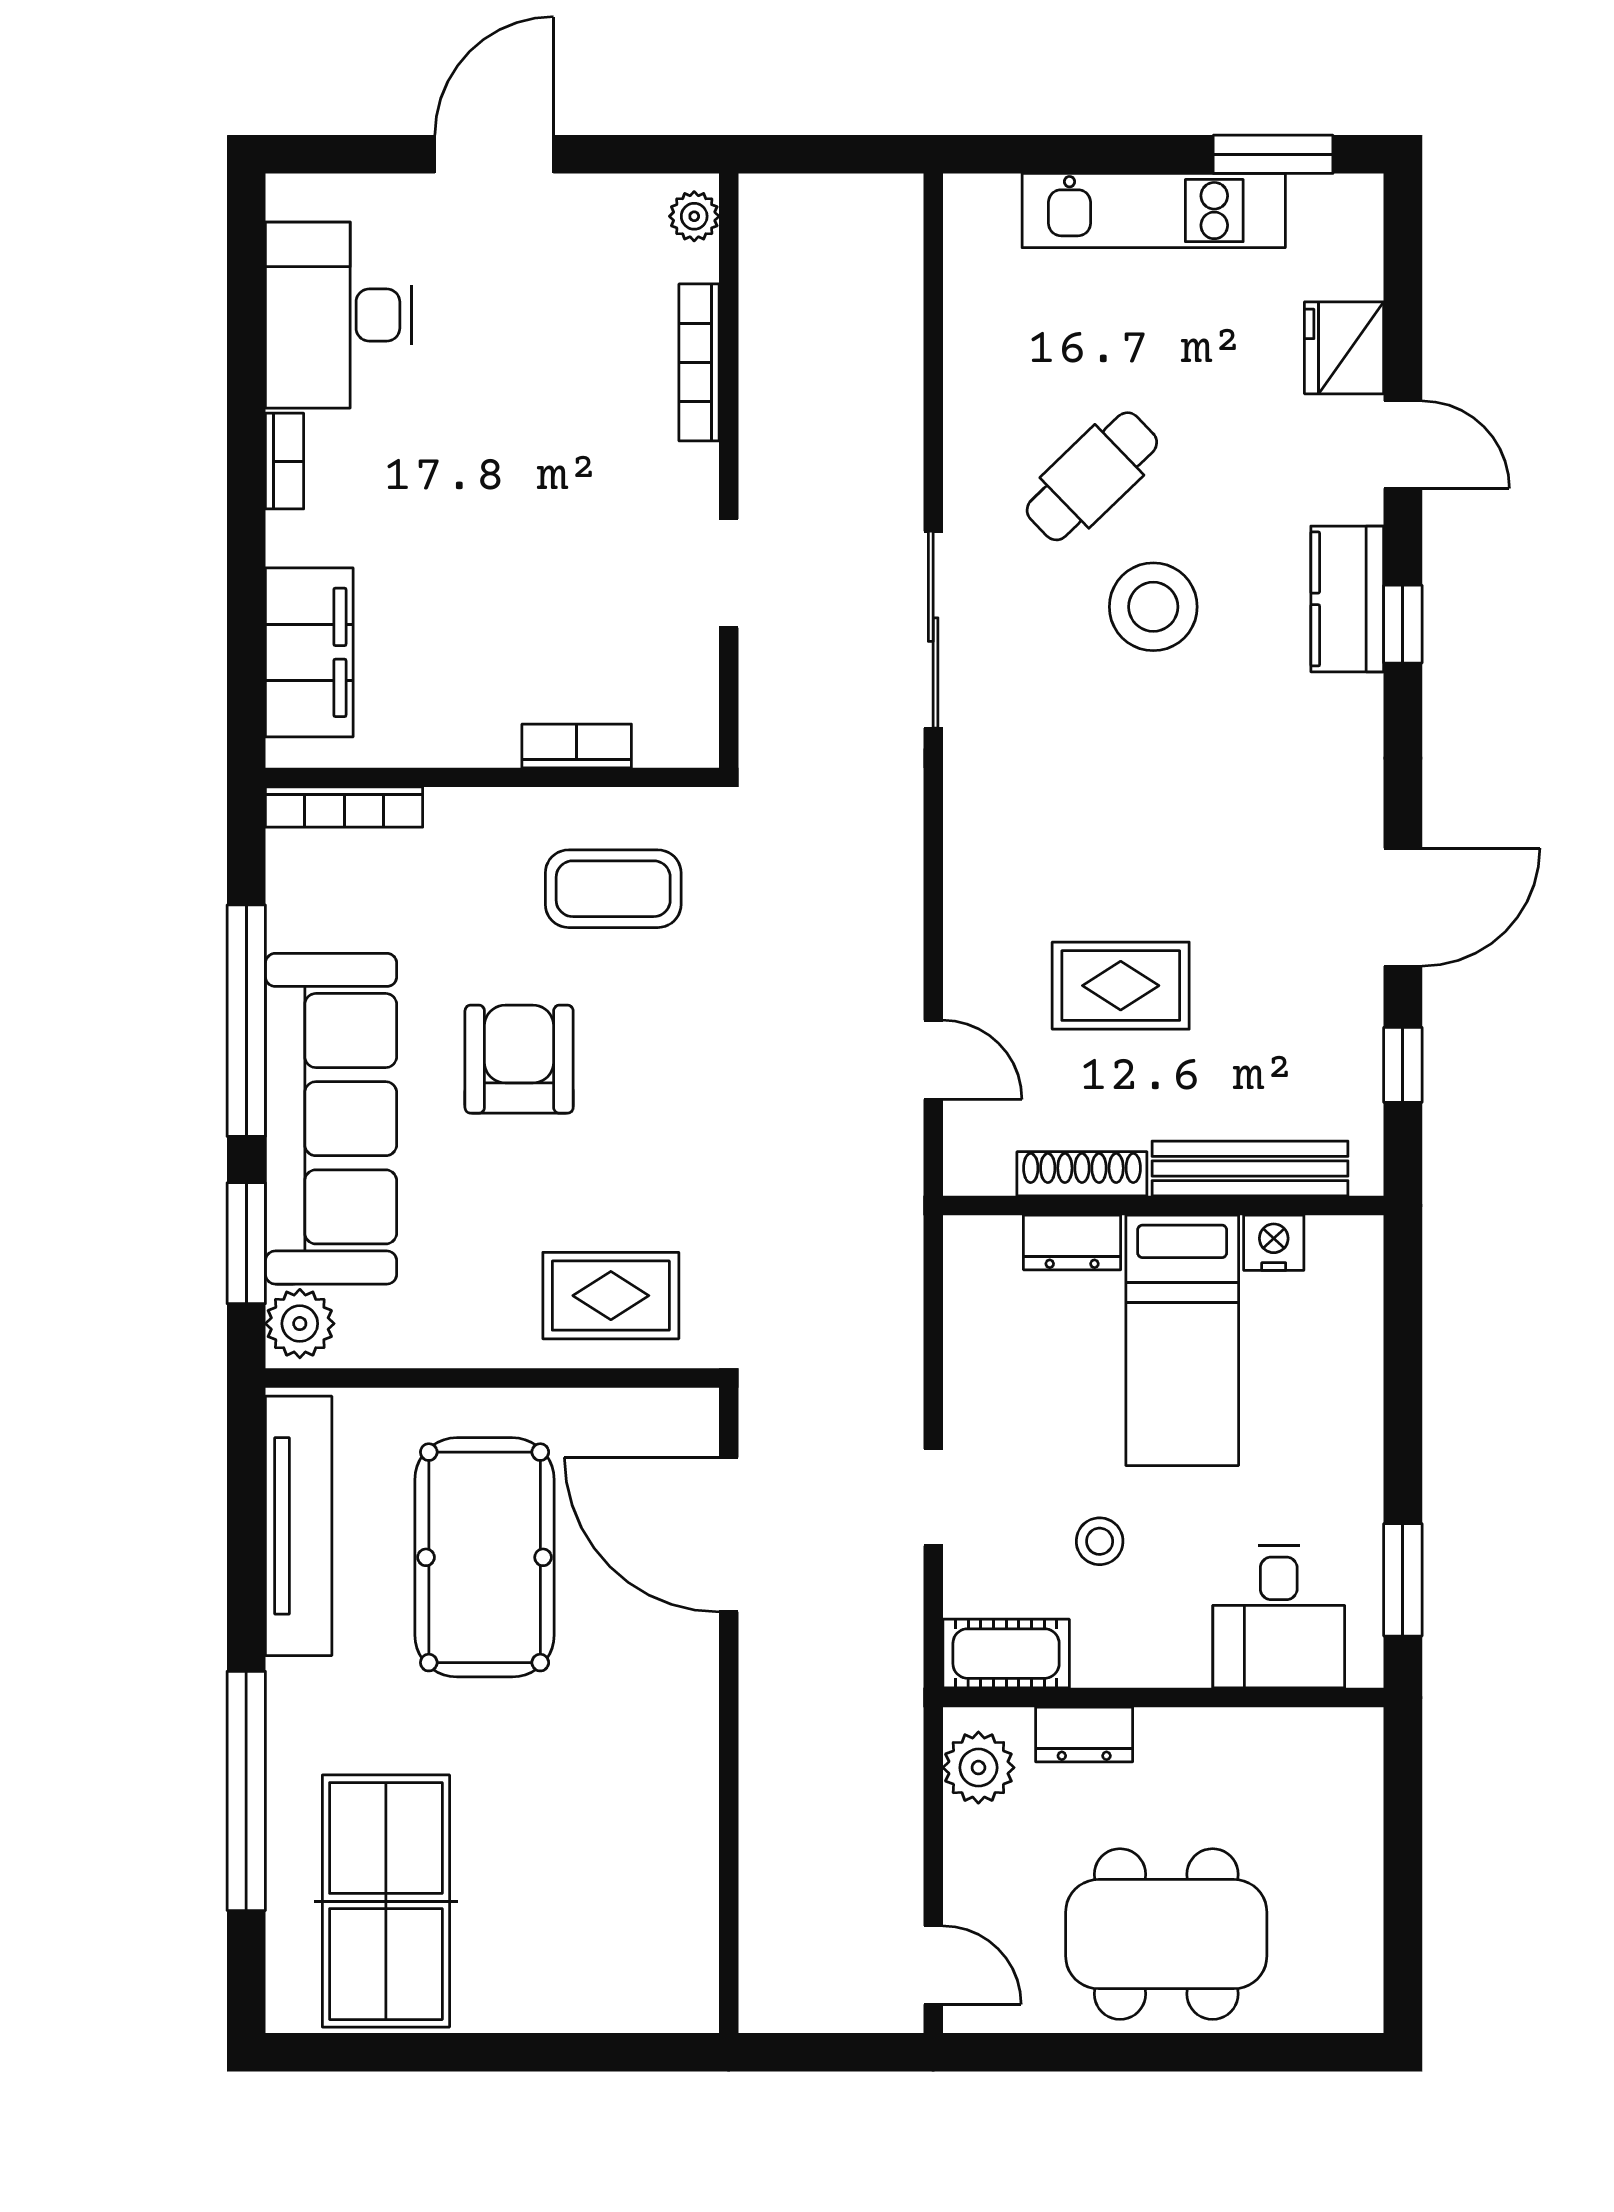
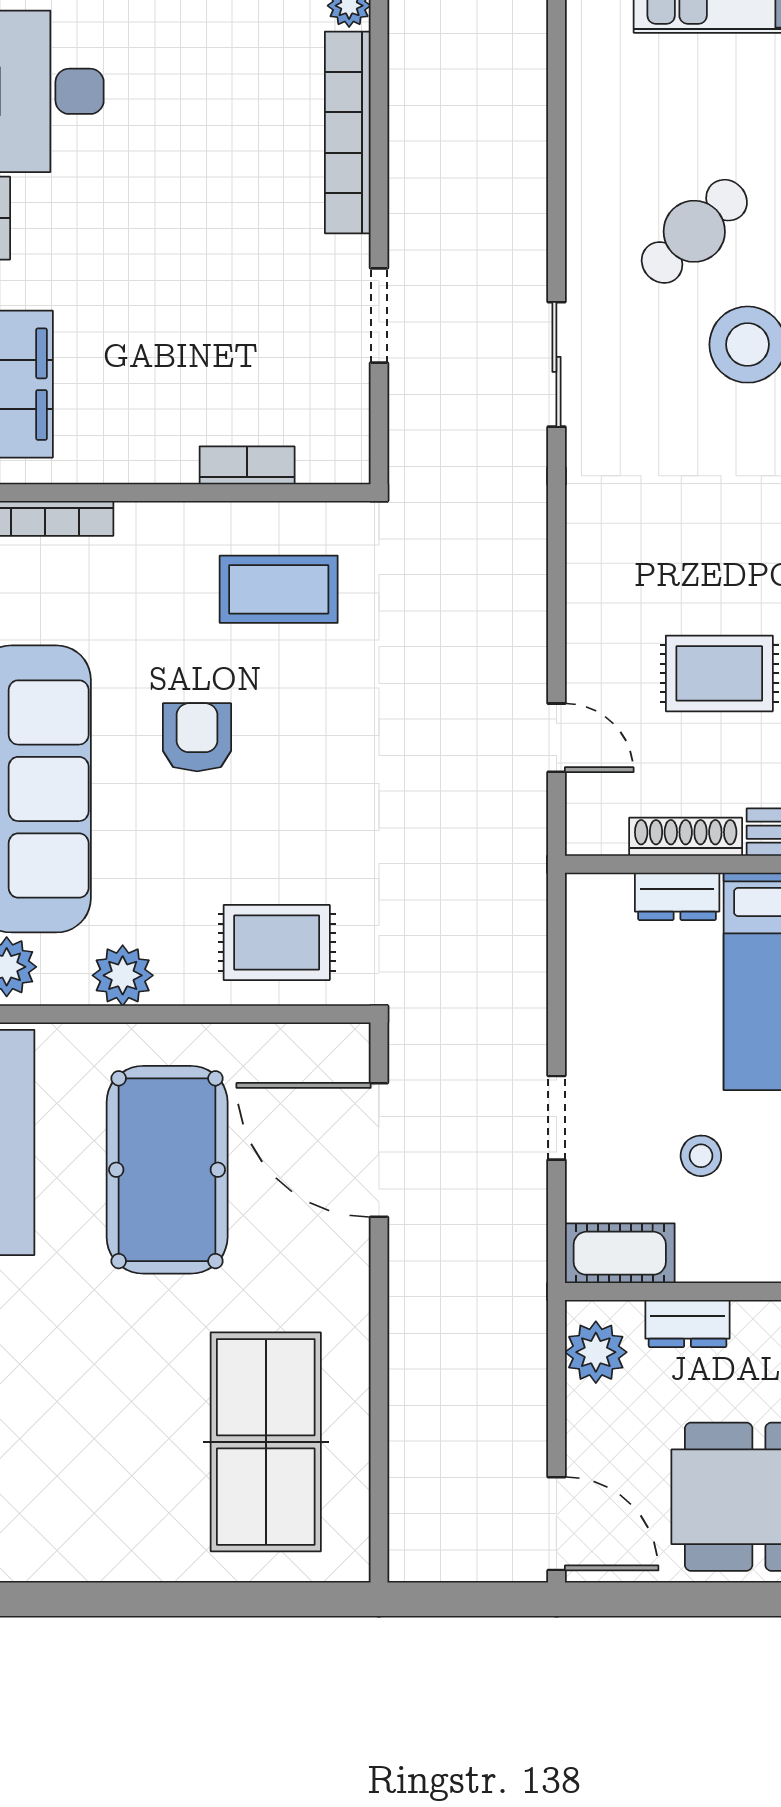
bookcase: (699, 362) -> (348, 132), width x1.48, depth x1.31
sliding door: (933, 630) -> (556, 364), width x0.73
armchair: (519, 1059) -> (197, 737), width x0.72, depth x0.72
plant: (433, 1333) -> (123, 975), added
table tennis table: (386, 1901) -> (266, 1442), moved
door: (933, 1965) -> (556, 1524), width x1.38

